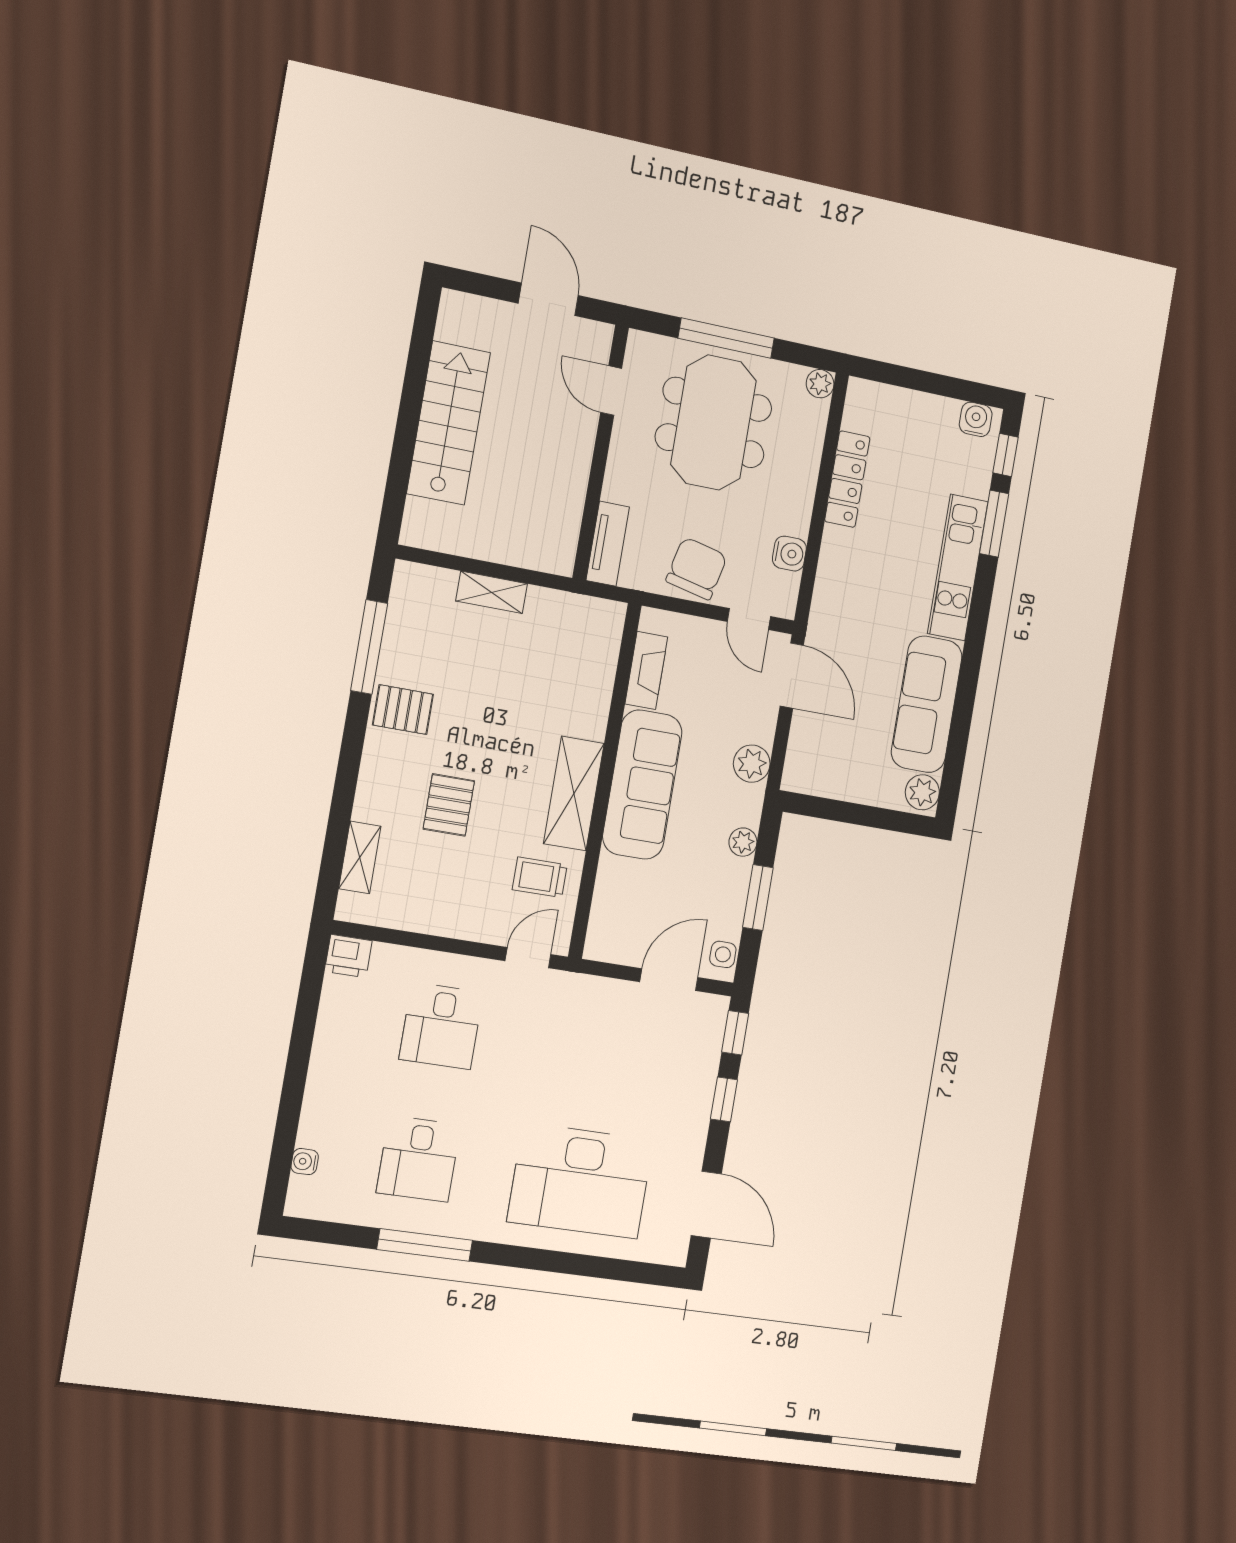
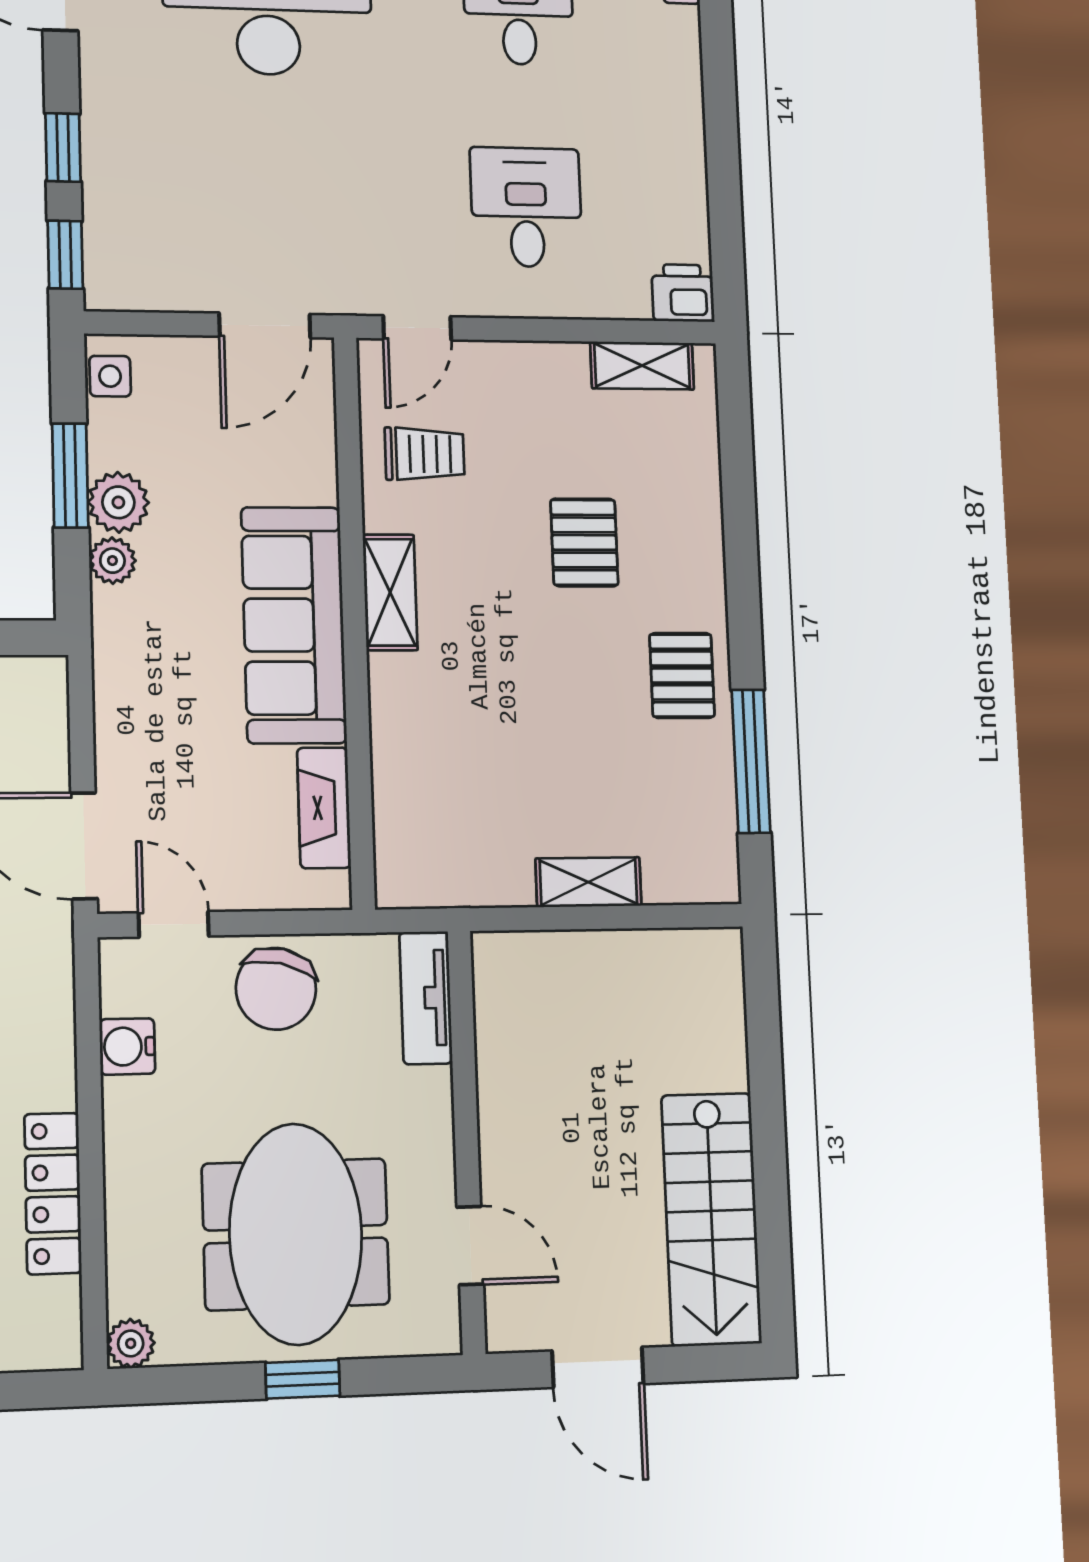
window: (726, 338) -> (303, 1379), width x0.46
stairs: (449, 423) -> (711, 1219), moved
pallet: (403, 710) -> (682, 675), turned 90
plant: (752, 764) -> (118, 502), moved
shelving: (574, 794) -> (390, 592), width x0.67, depth x0.75
shelving: (360, 857) -> (642, 366), moved, turned 90
door: (669, 980) -> (265, 325), moved

